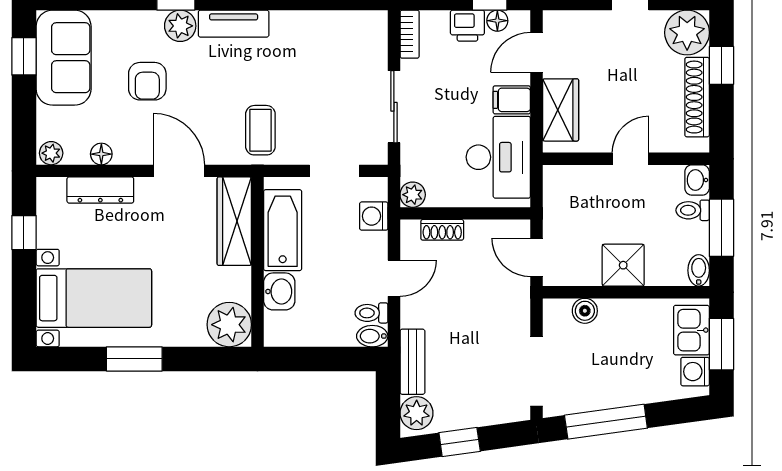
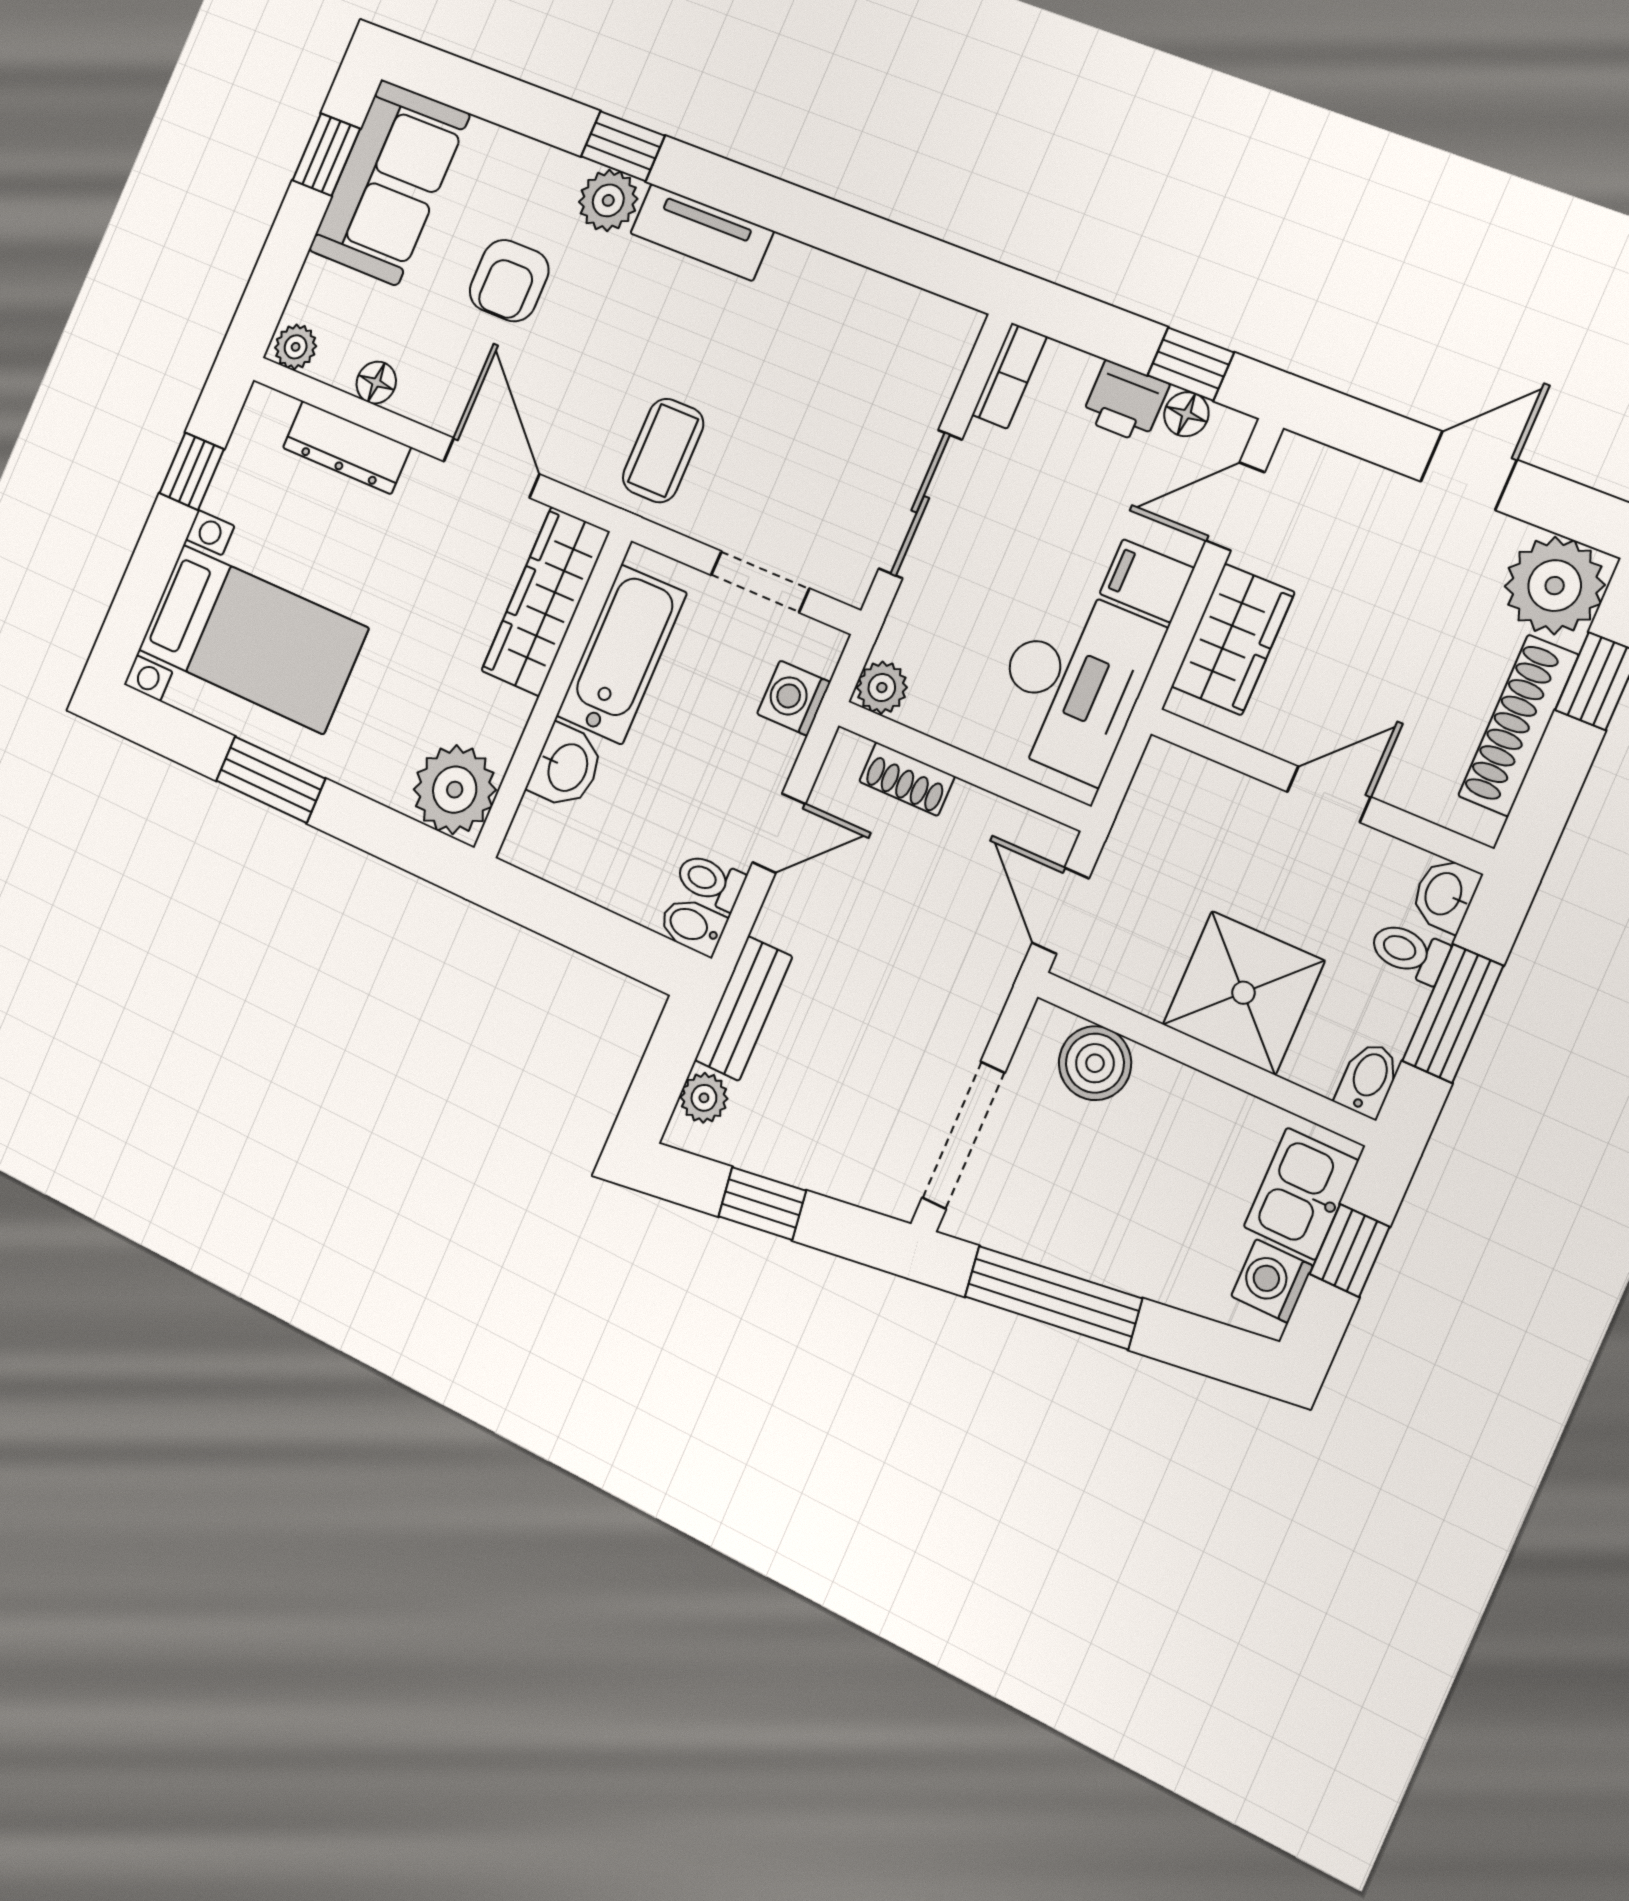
shower: (623, 265) -> (1243, 993), width x1.36, depth x1.36
boiler: (585, 311) -> (1095, 1063), width x1.36, depth x1.36
window: (721, 344) -> (1350, 1251), width x0.67
plant: (417, 413) -> (704, 1098), width x0.73, depth x0.73

